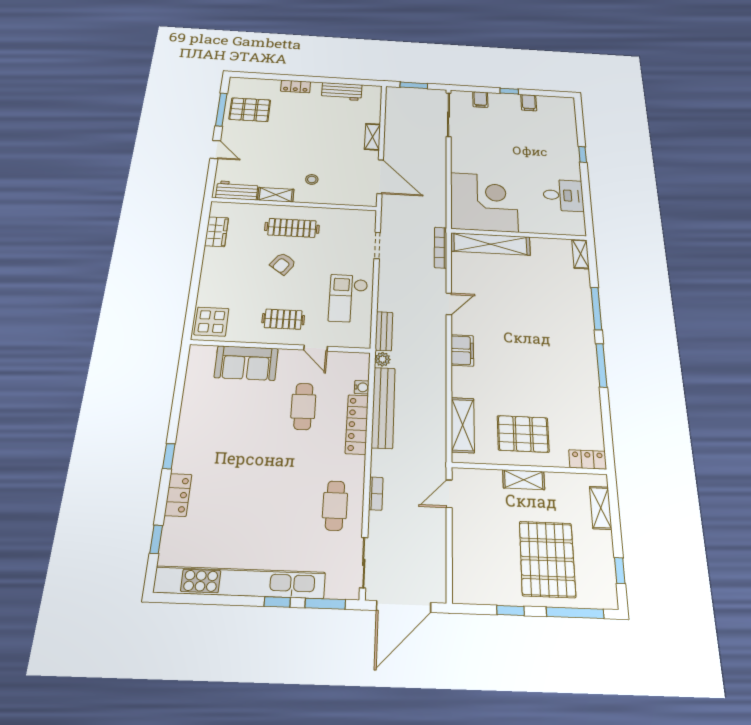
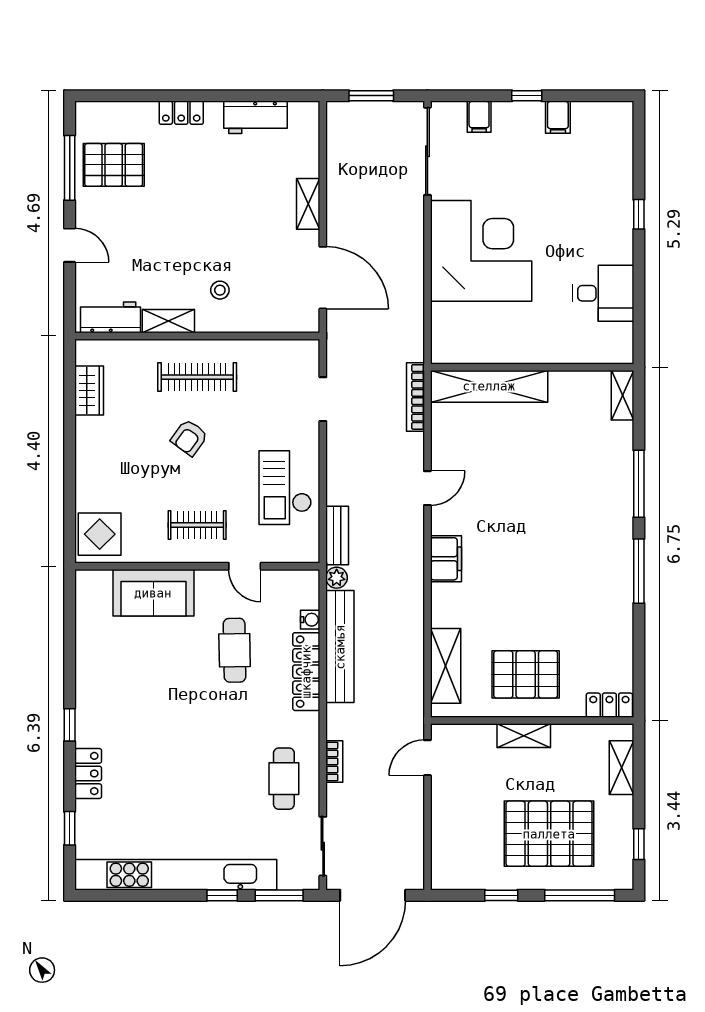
corner desk: (484, 202) -> (481, 251), moved
pallet: (547, 559) -> (549, 834), turned 90

